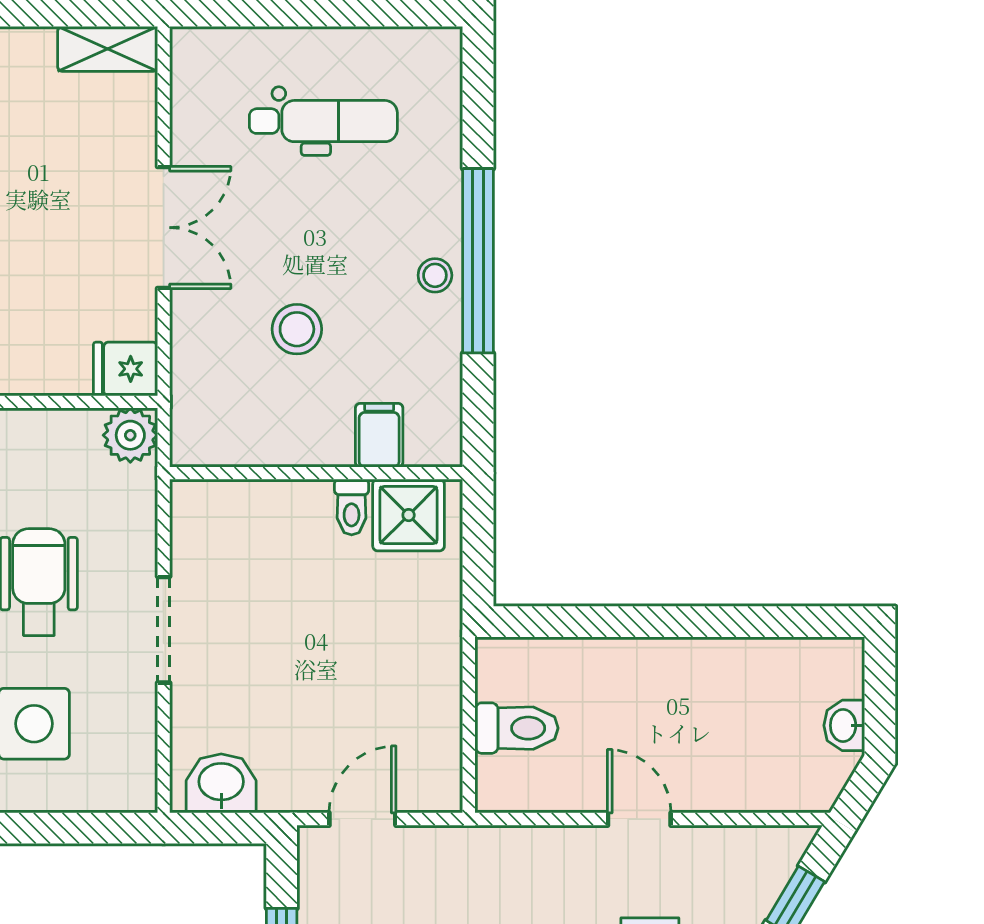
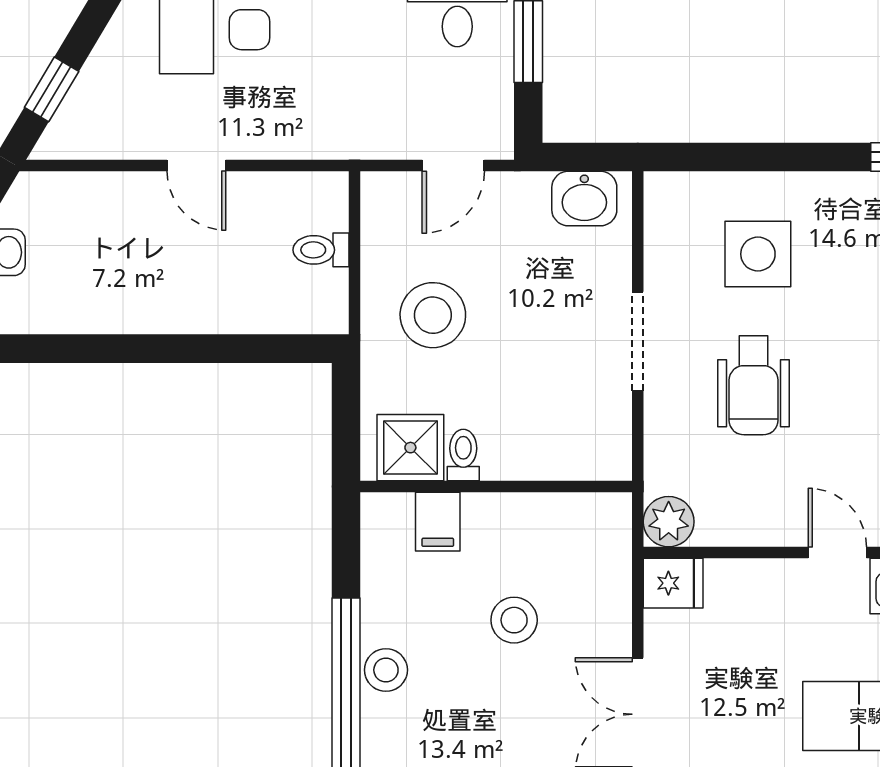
stool: (435, 275) -> (386, 670), width x1.37, depth x1.37
stool: (384, 658) -> (433, 315), added
toilet: (516, 728) -> (321, 250), width x0.73, depth x0.72

